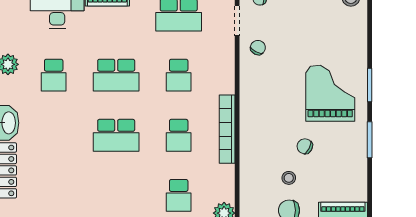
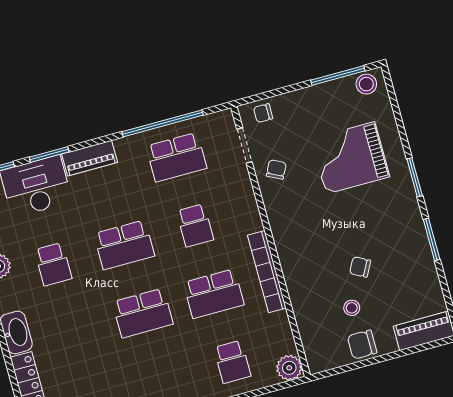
grand piano: (330, 93) -> (350, 158), moved, turned -90
school desk: (179, 135) -> (214, 294), width x1.85

